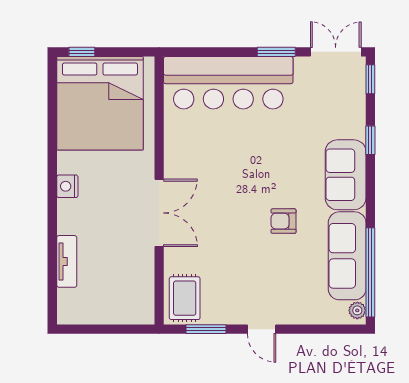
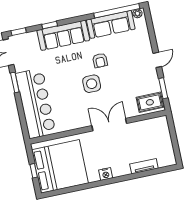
window: (82, 52) -> (34, 171), moved
sofa: (346, 175) -> (63, 35), width x1.36
side table: (243, 196) -> (92, 84), added

